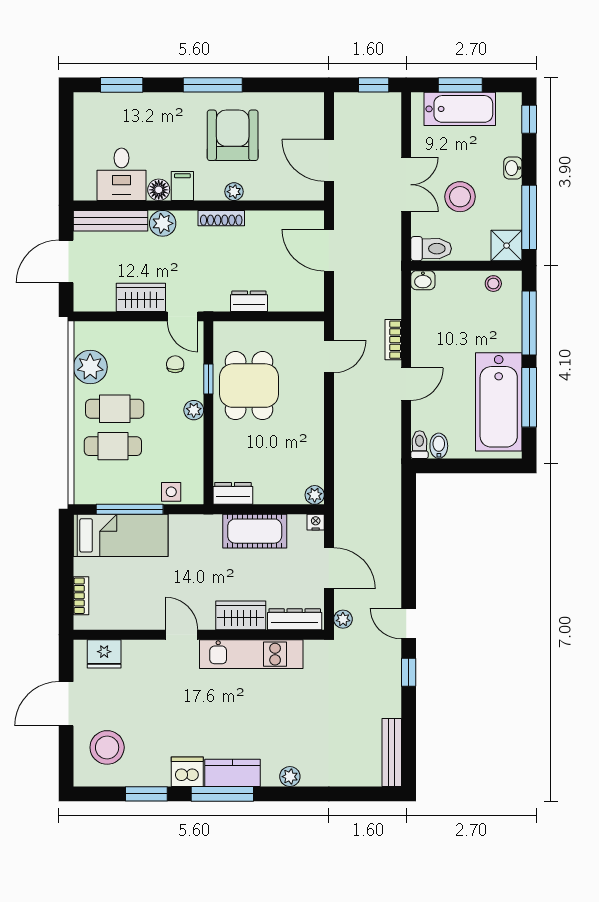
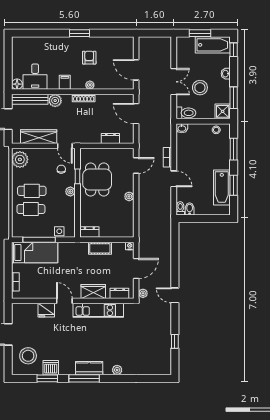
window: (122, 85) -> (35, 33), removed
window: (213, 85) -> (80, 33), width x0.69
window: (374, 85) -> (158, 33), removed
bathtub: (460, 109) -> (213, 45), moved
armchair: (233, 135) -> (89, 58), width x0.53, depth x0.53
floor lamp: (159, 190) -> (17, 84), moved
window: (529, 217) -> (234, 98), width x0.69
wardrobe: (141, 297) -> (39, 137), width x1.50
dresser: (249, 301) -> (110, 138), moved
window: (529, 323) -> (234, 149), width x0.69
plant: (90, 367) -> (20, 159), moved
door: (406, 384) -> (174, 179), hinge flipped
window: (529, 397) -> (234, 185), width x0.69
bathtub: (499, 402) -> (222, 188), width x0.73, depth x0.73
plant: (315, 495) -> (129, 196), moved
cot: (255, 531) -> (100, 248), width x0.73, depth x0.75
door: (329, 568) -> (136, 269), hinge flipped
dresser: (295, 619) -> (119, 293), width x0.70
fridge: (104, 654) -> (46, 310), moved
window: (409, 672) -> (175, 341), moved
bench: (392, 752) -> (167, 358), removed
dishwasher: (187, 772) -> (51, 368), moved

